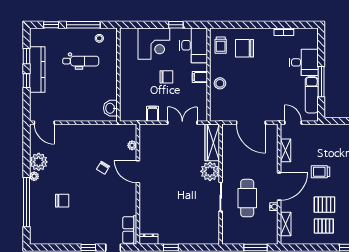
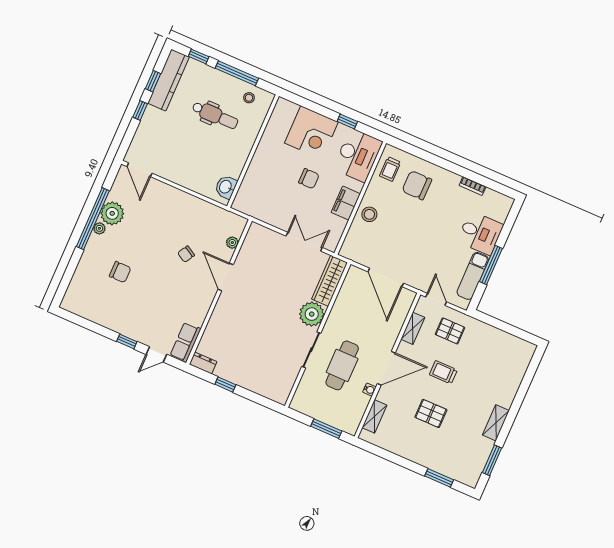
kitchen counter: (37, 70) -> (169, 80), moved
filing cabinet: (200, 77) -> (346, 203), width x2.00
filing cabinet: (153, 114) -> (273, 216), removed
window: (27, 202) -> (93, 219), moved
pallet: (324, 226) -> (450, 331), moved

